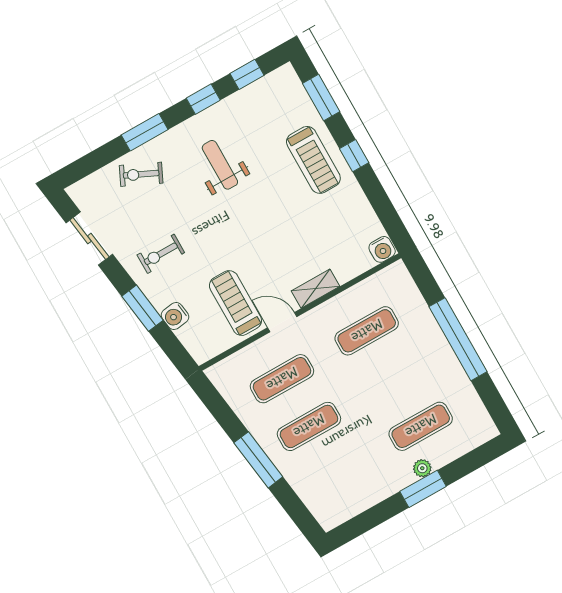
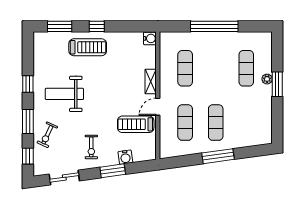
window: (247, 74) -> (28, 156), moved
weight bench: (220, 165) -> (64, 94), width x1.36, depth x1.33

